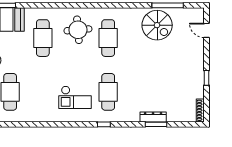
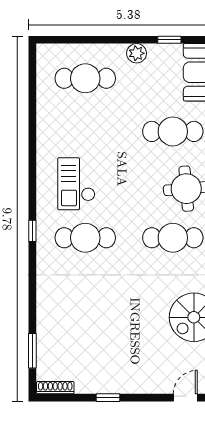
dresser: (153, 117) -> (44, 311), removed
window: (156, 124) -> (32, 351), moved

